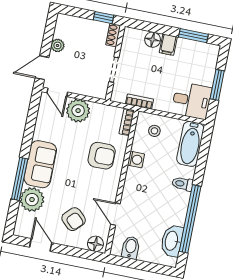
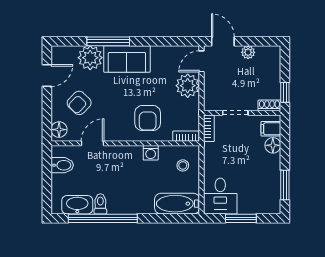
filing cabinet: (168, 45) -> (271, 129), moved
bookcase: (139, 102) -> (209, 128), moved
toilet: (183, 184) -> (100, 204), moved

